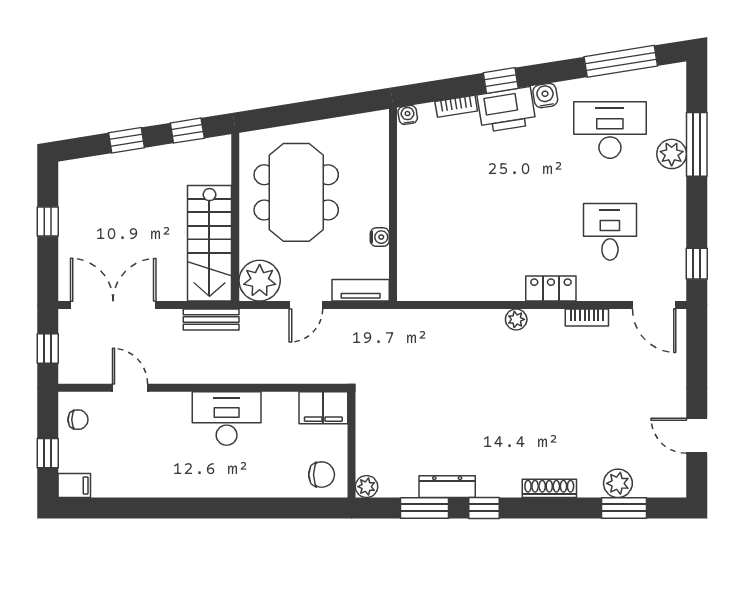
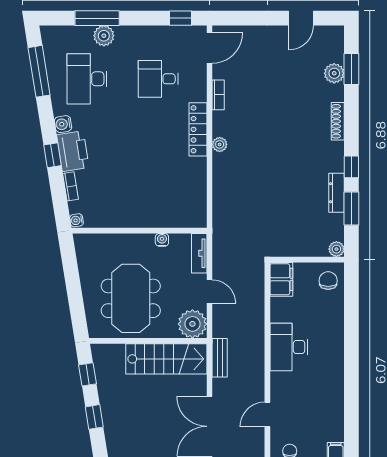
meeting table: (296, 192) -> (131, 298), turned 90
locker: (551, 288) -> (198, 129), width x1.53

